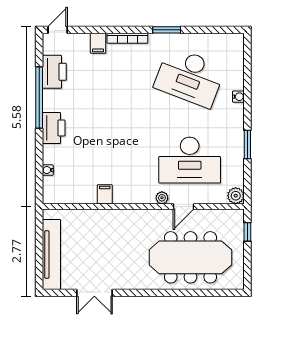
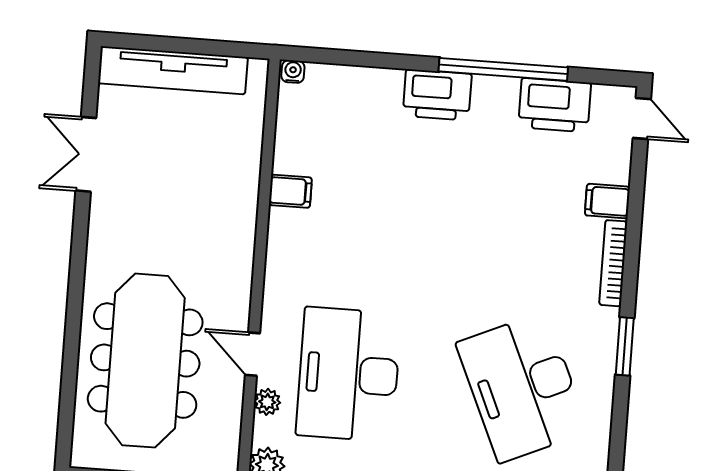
desk: (190, 77) -> (522, 387), turned -45
water cooler: (48, 170) -> (293, 72), moved
plant: (162, 198) -> (267, 402), moved

